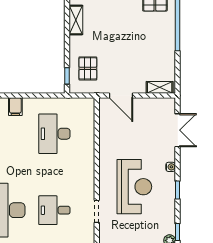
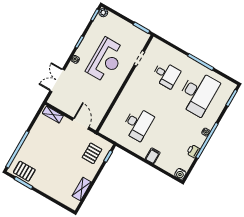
reception desk: (134, 187) -> (106, 60), turned 180

